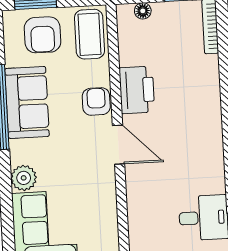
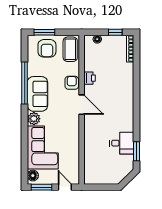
printer: (137, 90) -> (89, 78), width x0.53, depth x0.68
sofa: (27, 102) -> (37, 94), moved

